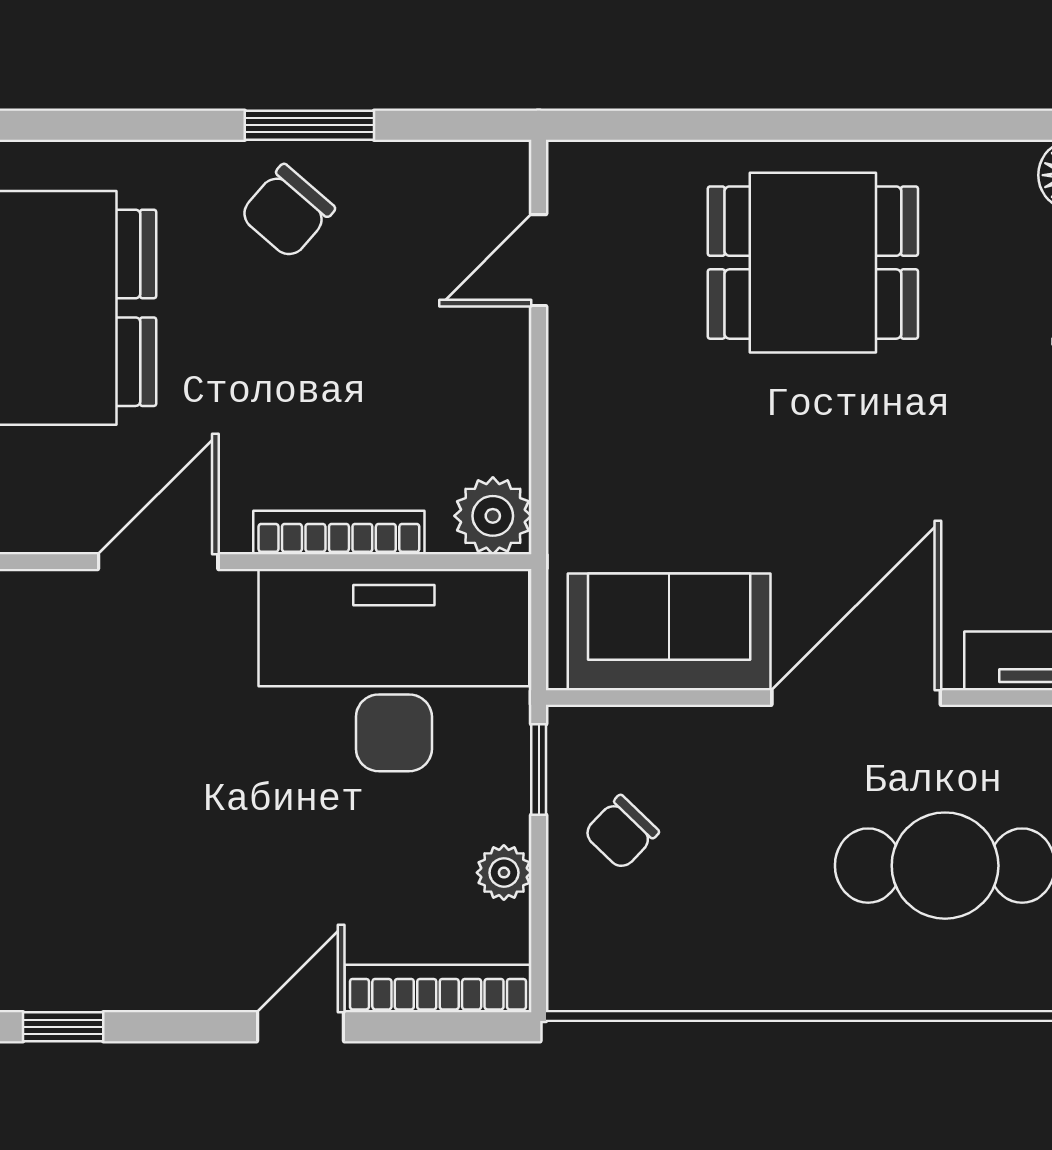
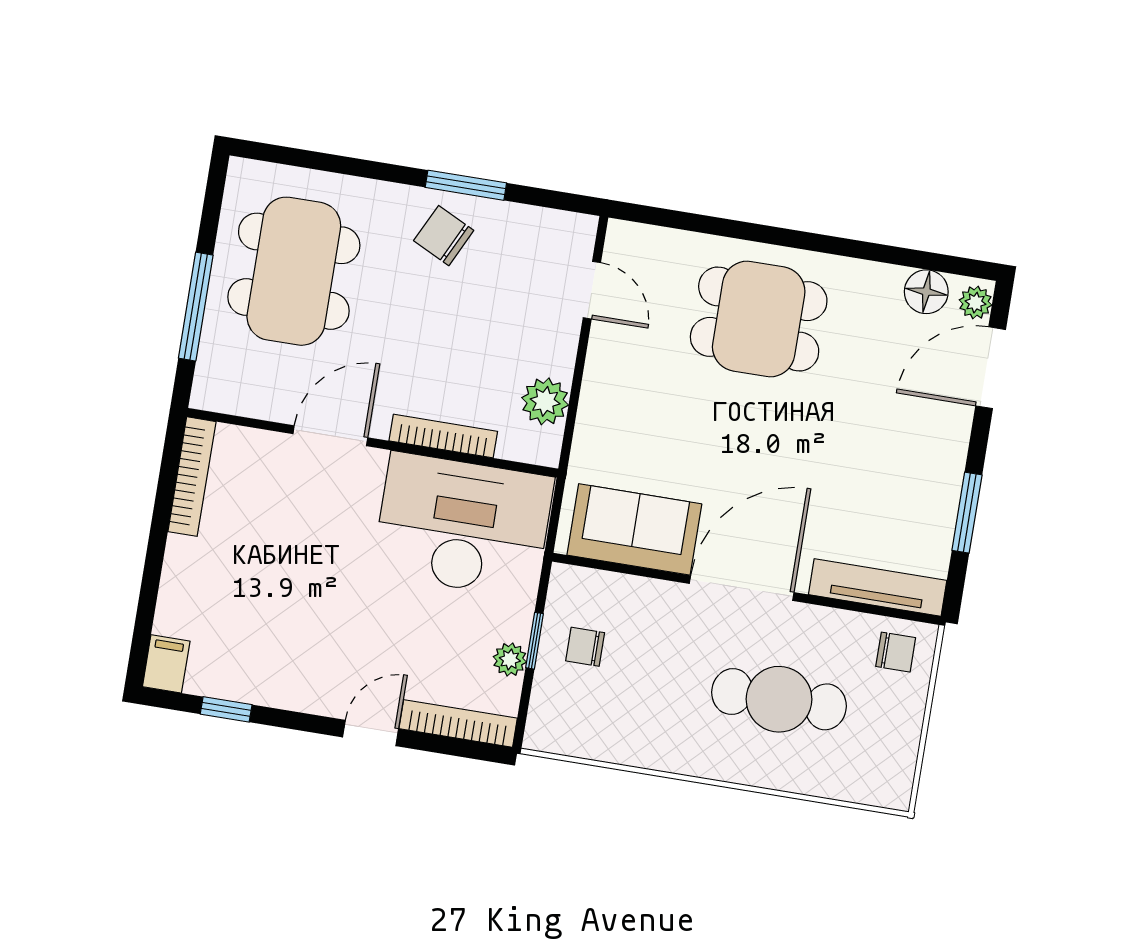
chair: (287, 212) -> (444, 236), turned 75
door: (539, 260) -> (592, 290), swing flipped
plant: (493, 516) -> (545, 401), moved
window: (539, 770) -> (535, 641), moved
chair: (621, 832) -> (585, 647), turned 46

